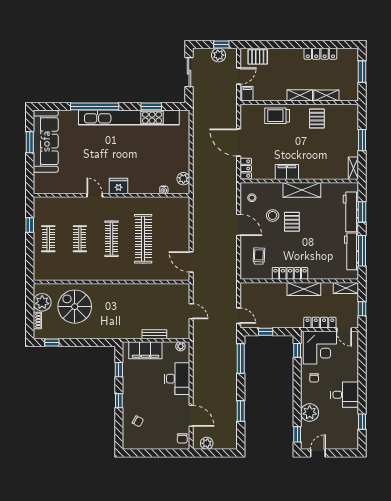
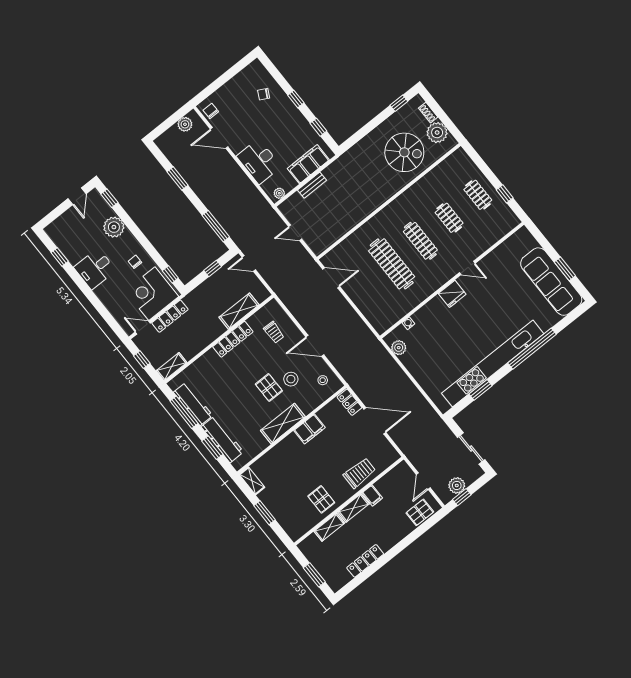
filing cabinet: (247, 94) -> (372, 496), moved
shelving: (304, 289) -> (239, 311), moved

